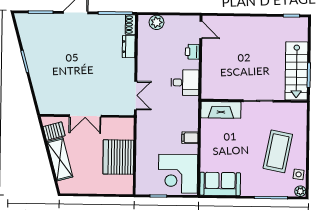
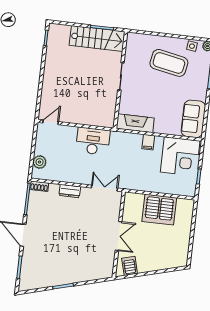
dresser: (129, 47) -> (70, 191), moved
printer: (192, 52) -> (70, 132), removed
desk: (185, 83) -> (93, 141), width x1.37
fireplace: (221, 110) -> (135, 123), moved, turned -90
shelving: (60, 159) -> (156, 263), removed

